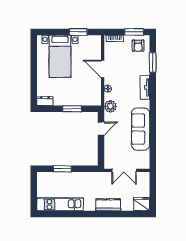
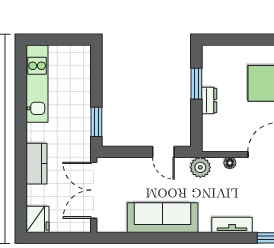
dresser: (45, 101) -> (209, 100), moved
window: (72, 109) -> (196, 84), moved
window: (62, 169) -> (96, 122), moved
double door: (124, 170) -> (94, 190), width x1.37

